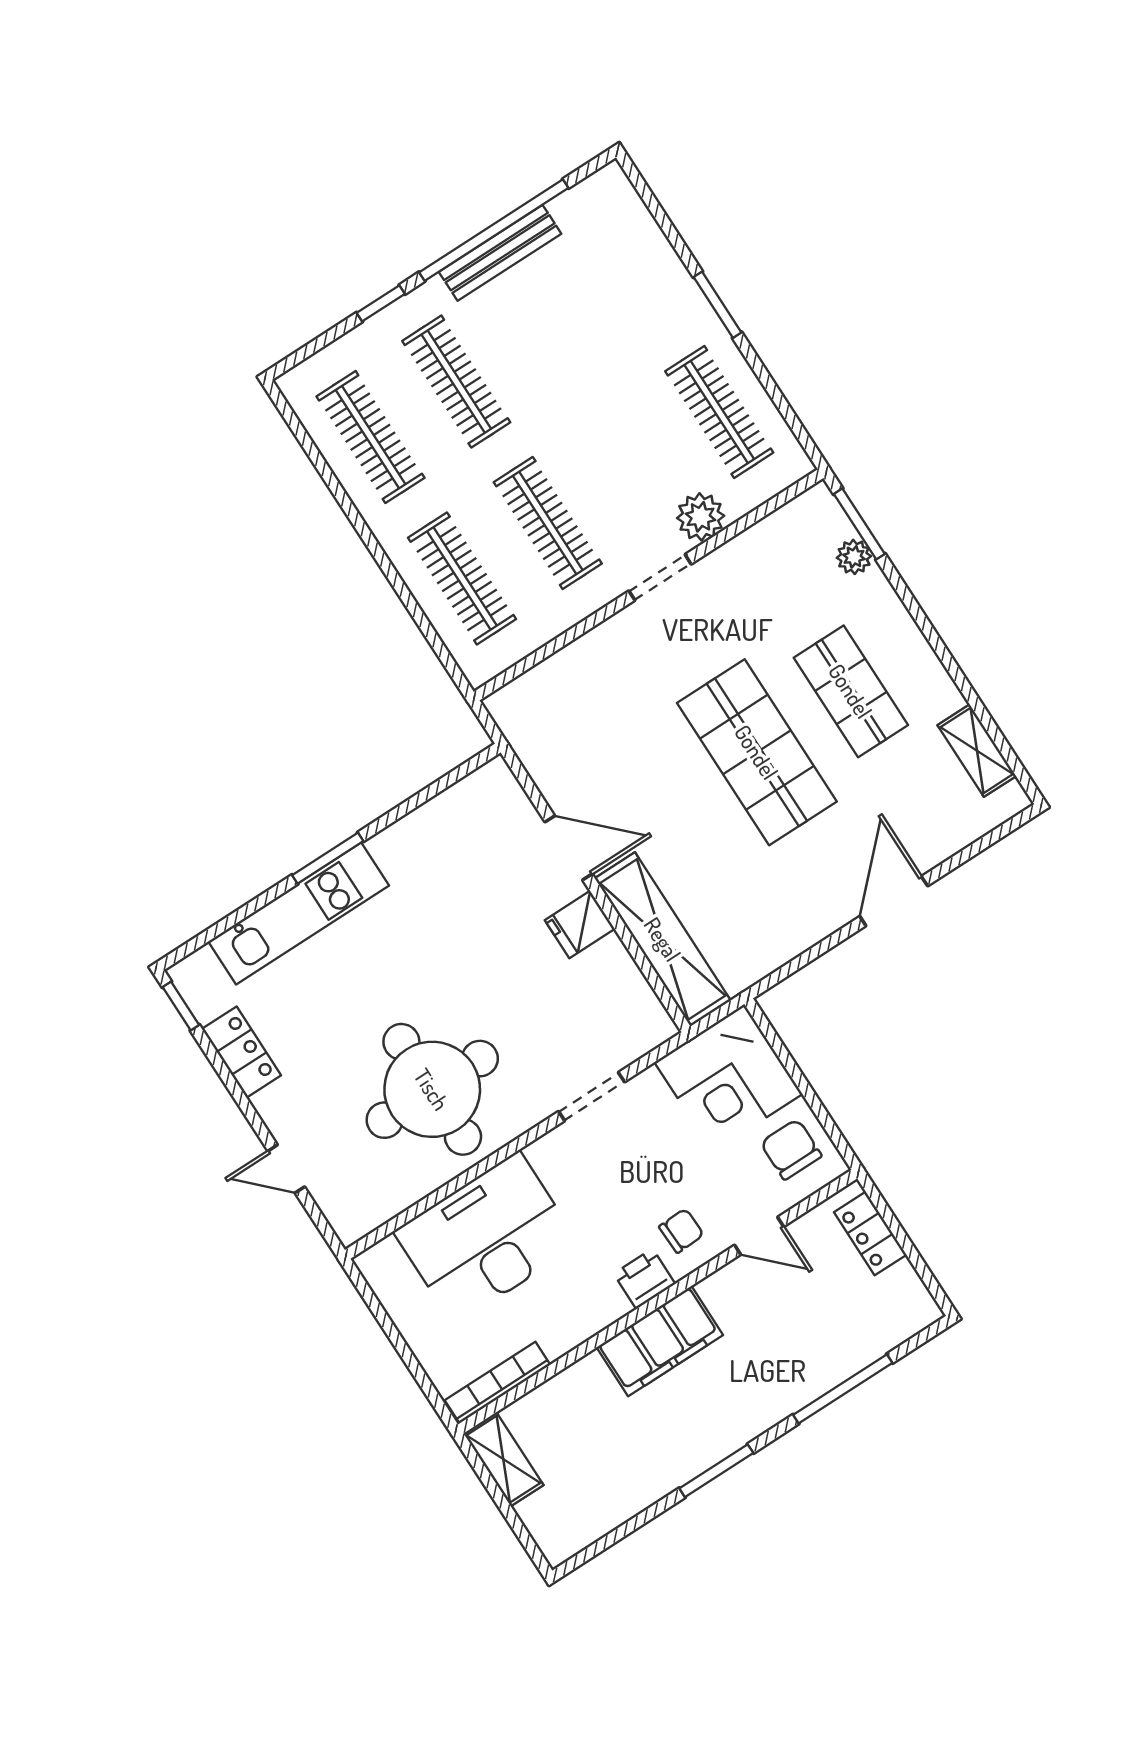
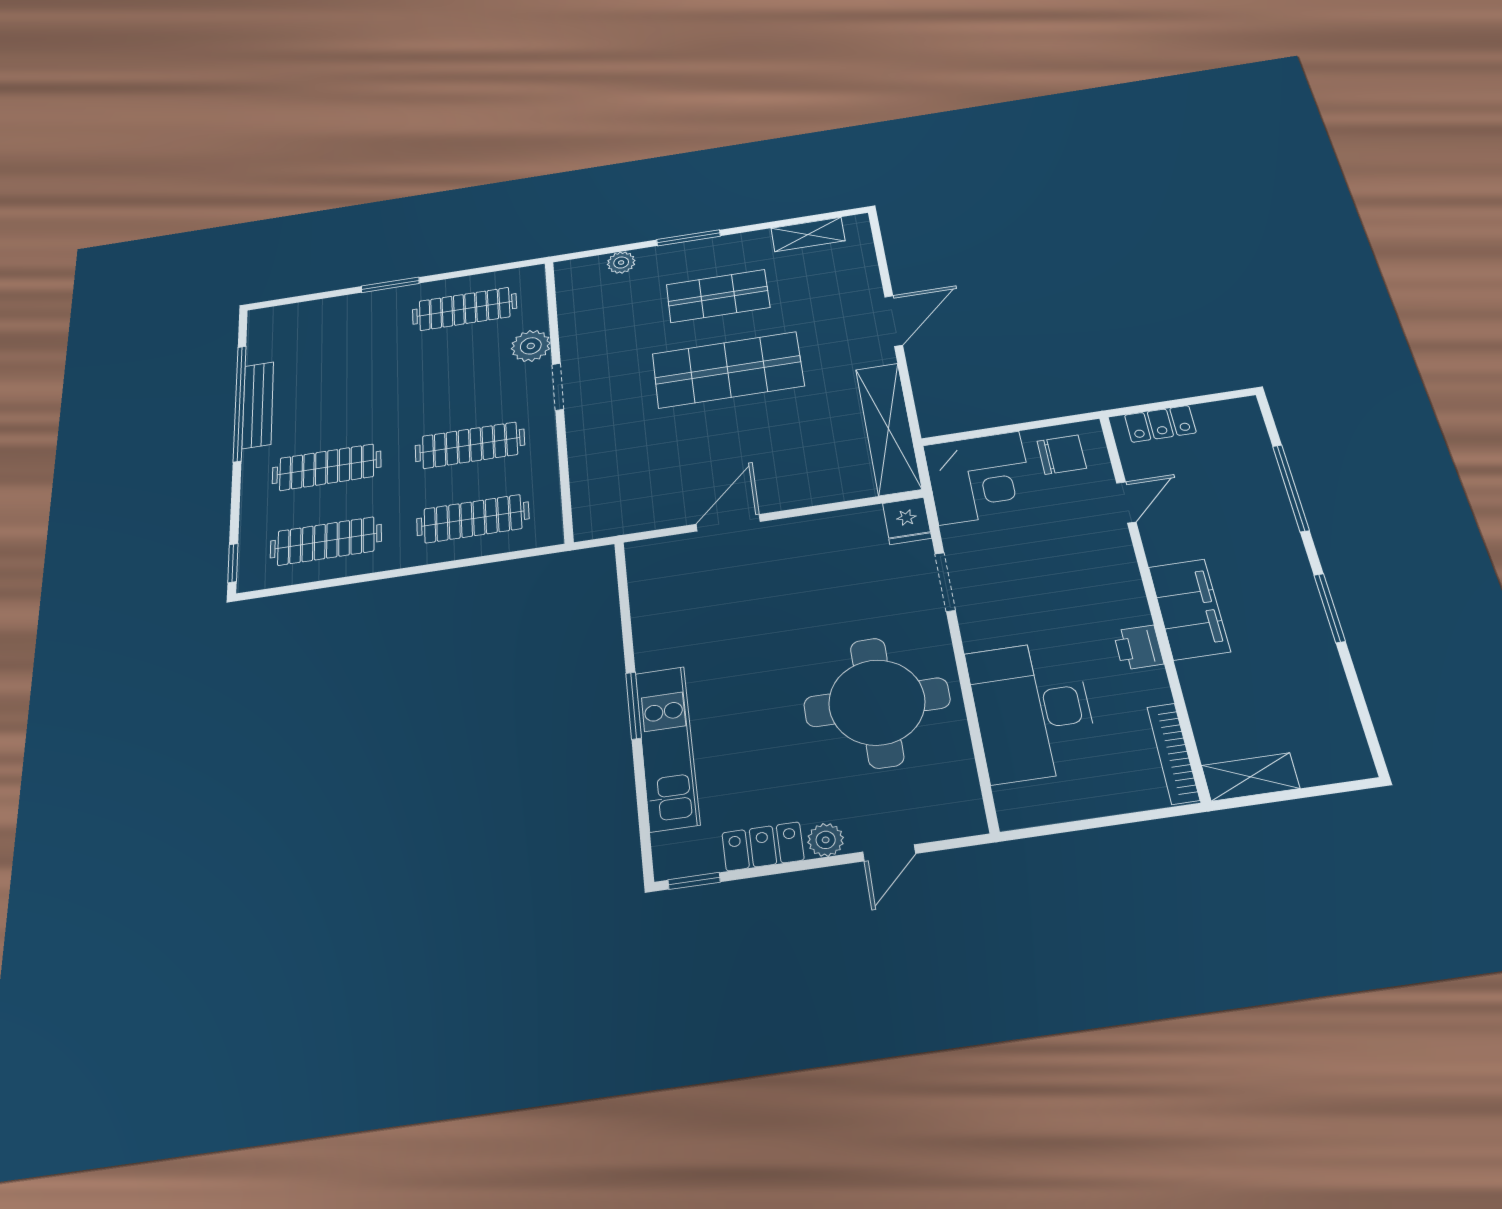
window: (381, 303) -> (233, 563), moved
window: (859, 524) -> (688, 238), moved
door: (894, 901) -> (894, 321), swing flipped
fridge: (580, 924) -> (907, 521), moved
shelving: (663, 939) -> (888, 428), moved, turned 90
plant: (273, 1106) -> (826, 840), added
chair: (791, 1149) -> (1062, 455), turned 180
chair: (681, 1231) -> (1096, 557), removed
printer: (644, 1279) -> (1138, 647), moved

